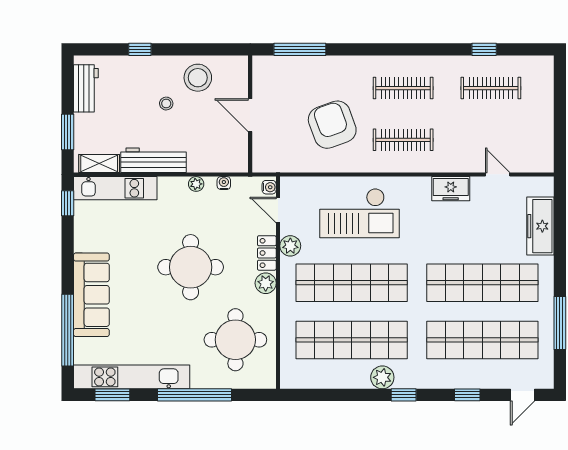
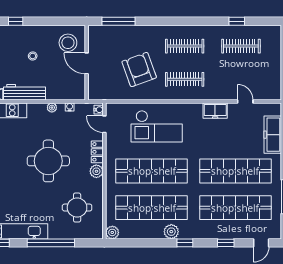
stool: (198, 78) -> (68, 43), moved
plant: (290, 246) -> (112, 232), moved
round table: (235, 340) -> (77, 208), width x0.73, depth x0.73

